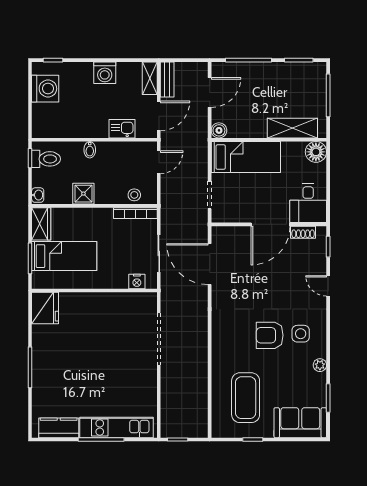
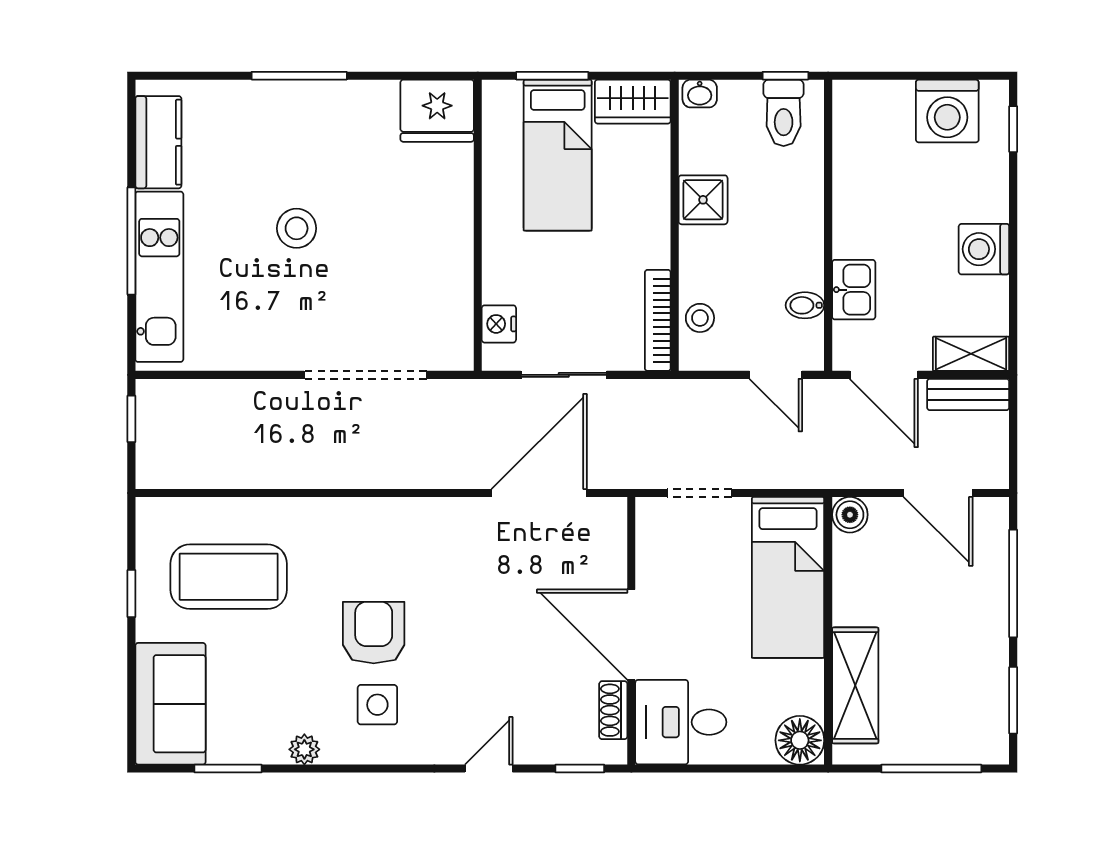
bidet: (90, 150) -> (805, 305), moved
stool: (96, 368) -> (297, 228), added

